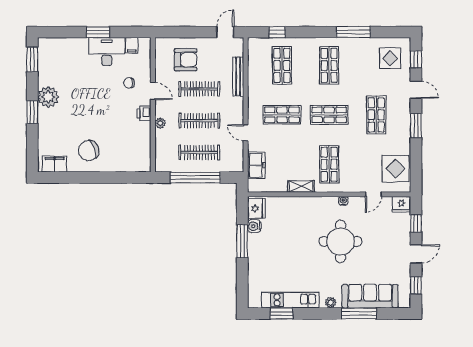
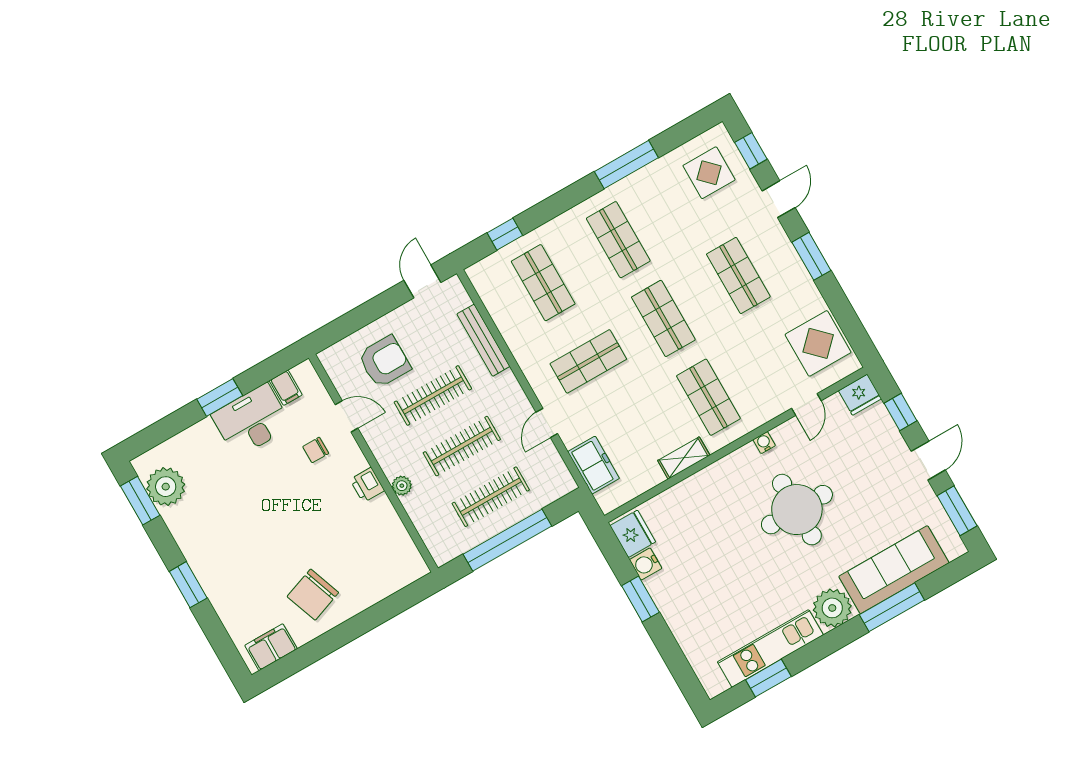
door: (416, 90) -> (779, 199), hinge flipped
door: (153, 91) -> (347, 416), moved
plant: (48, 97) -> (166, 487), moved
shop shelf: (329, 115) -> (663, 318), turned 90
door: (246, 133) -> (547, 423), hinge flipped
window: (242, 241) -> (640, 599), width x0.69
window: (416, 285) -> (957, 511), width x1.50
plant: (331, 302) -> (832, 608), width x1.87, depth x1.87

